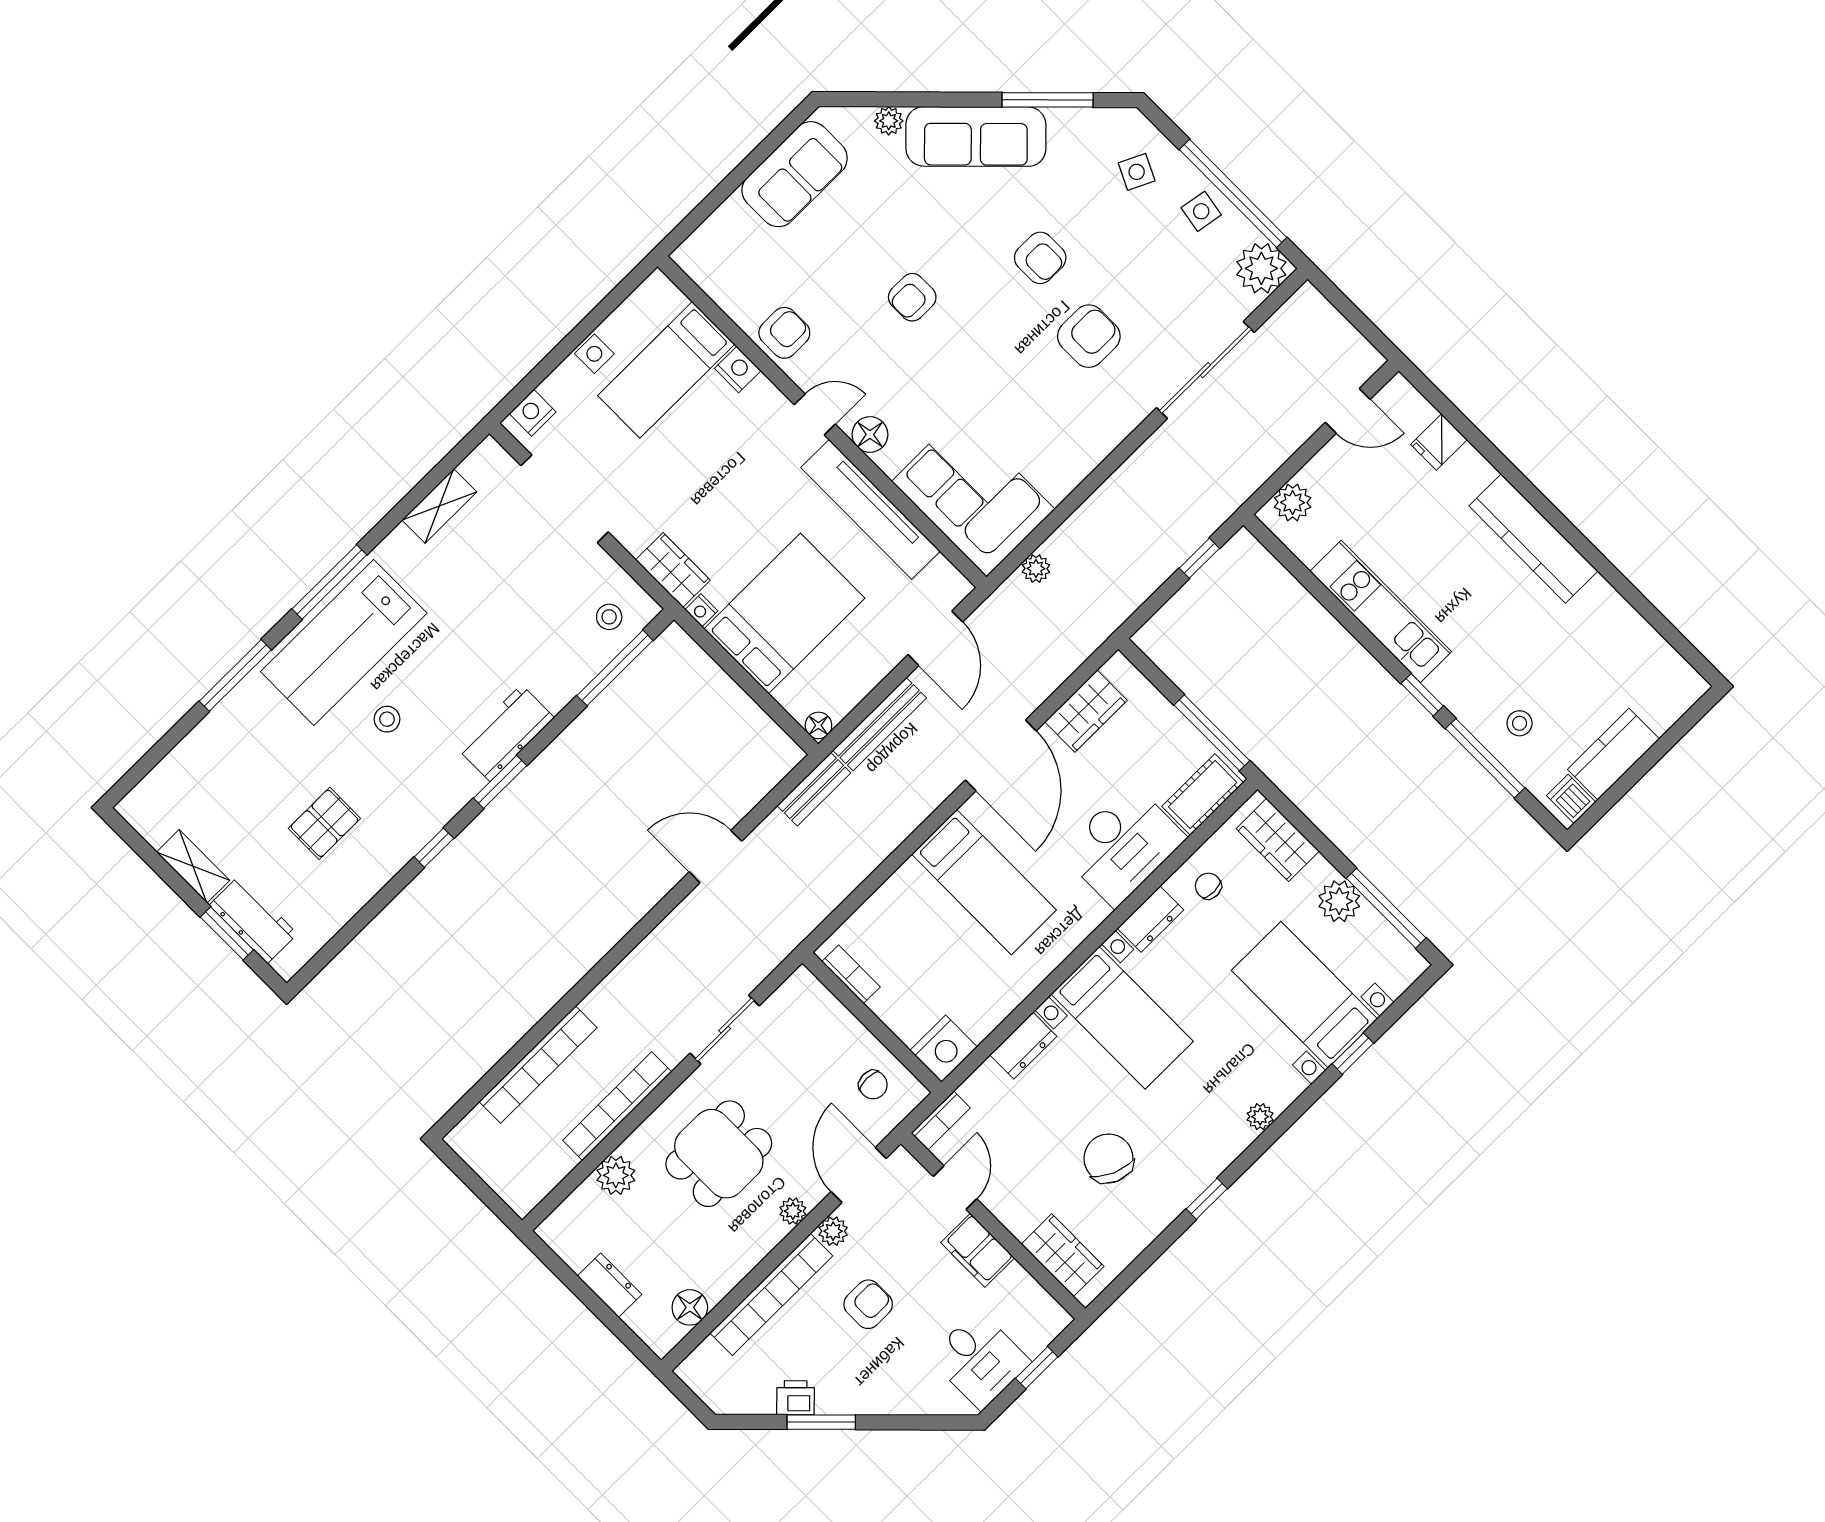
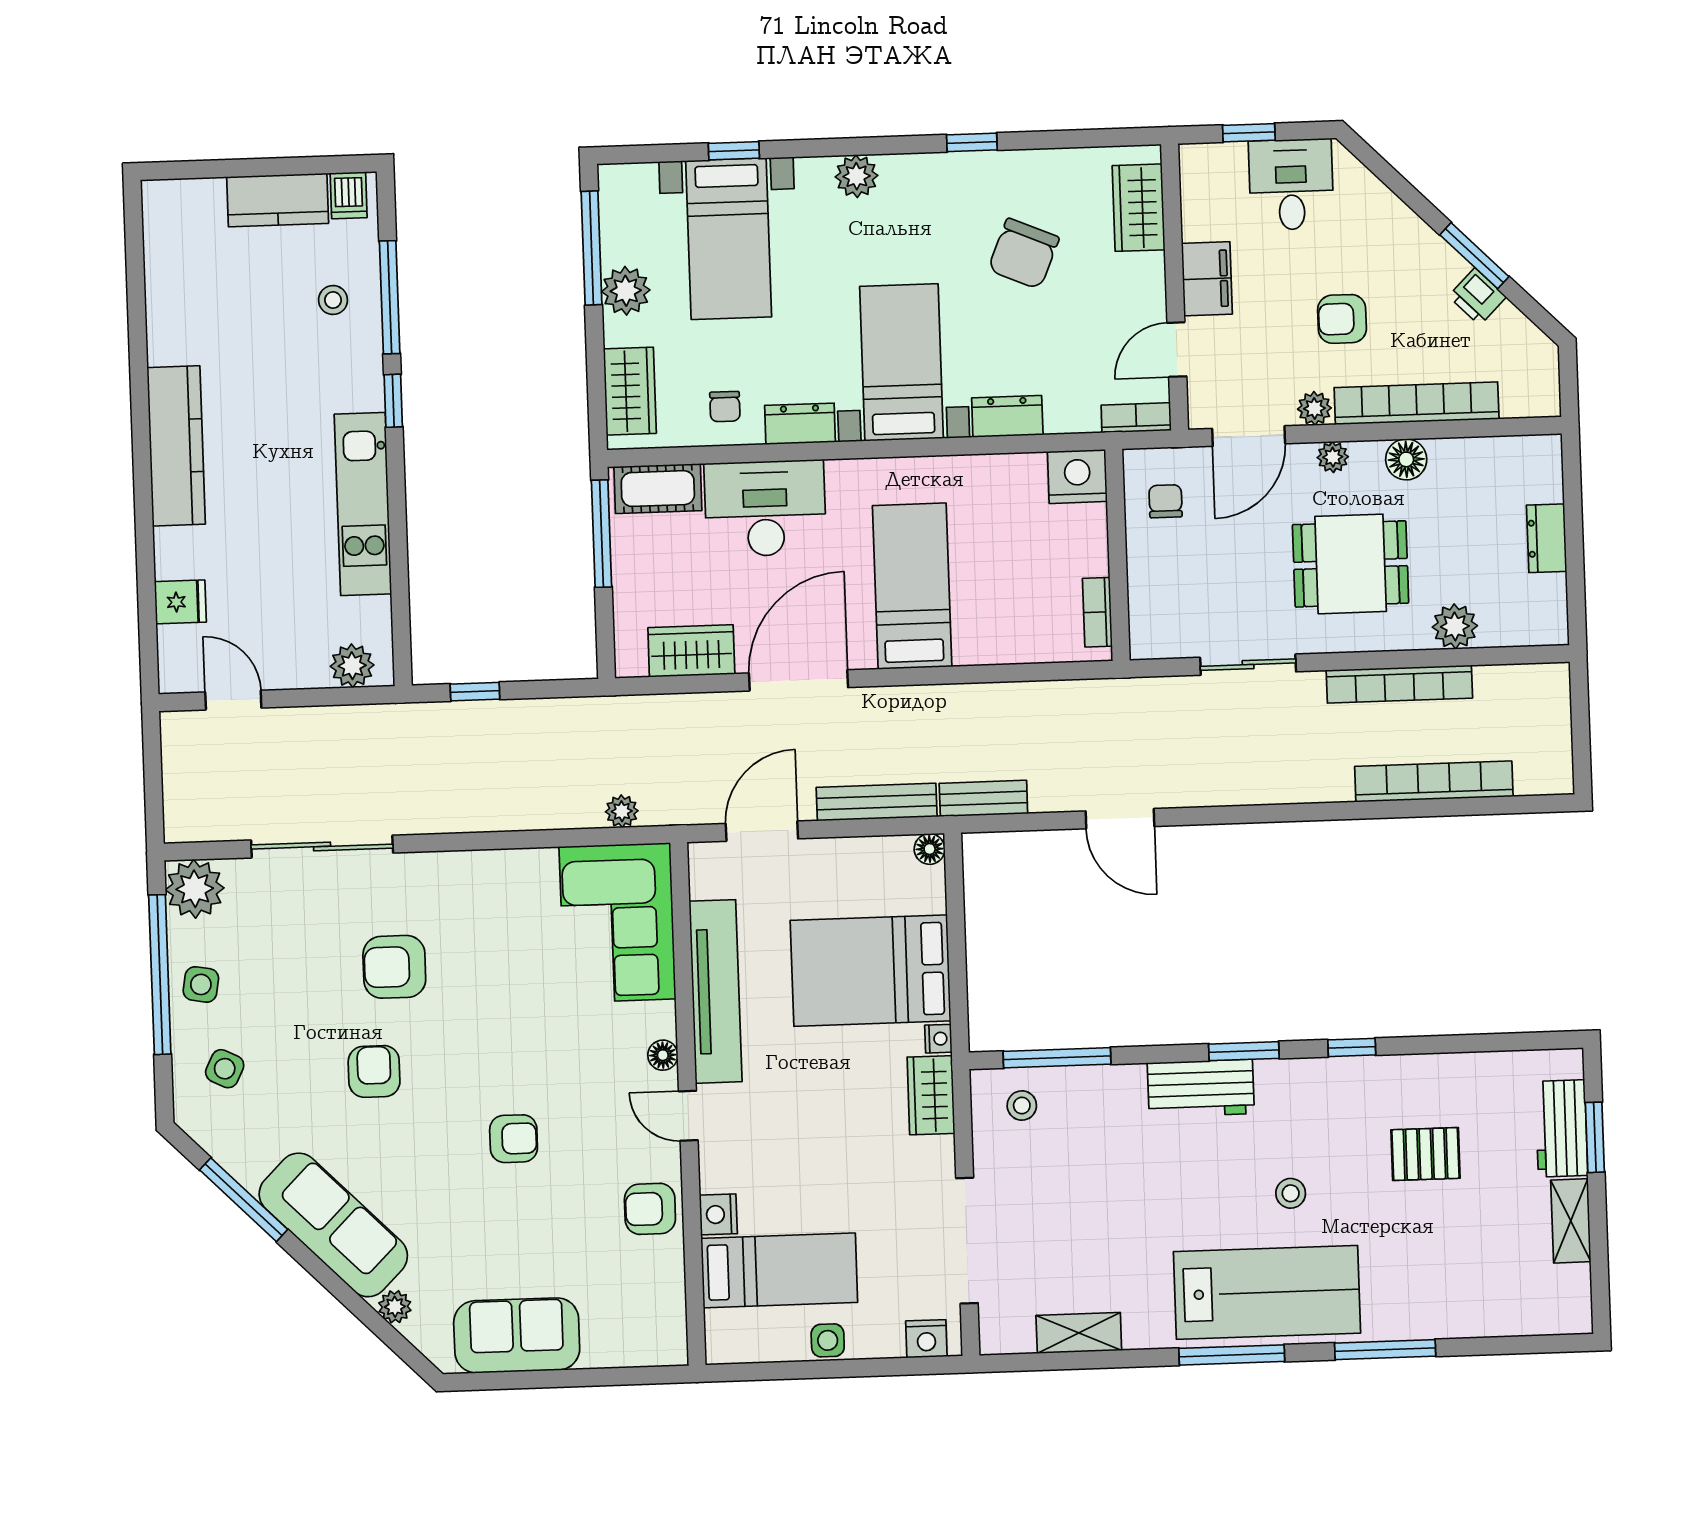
floor lamp: (870, 434) -> (663, 1055), width x0.73, depth x0.73
plant: (1260, 1117) -> (857, 176), width x1.38, depth x1.38
floor lamp: (690, 1307) -> (1406, 459), moved

